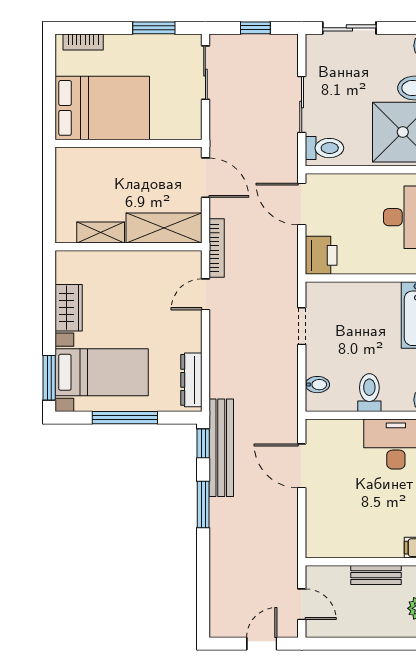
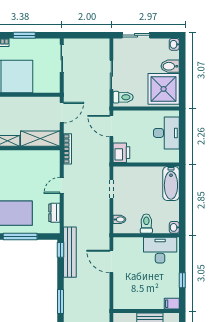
window: (154, 28) -> (24, 35), moved
window: (255, 28) -> (87, 35), removed
door: (205, 178) -> (62, 113), hinge flipped
door: (205, 294) -> (62, 185), moved
dresser: (191, 380) -> (54, 213), width x0.70
window: (203, 505) -> (60, 302), moved

